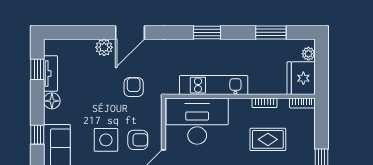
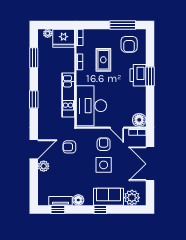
door: (130, 32) -> (34, 149), hinge flipped

